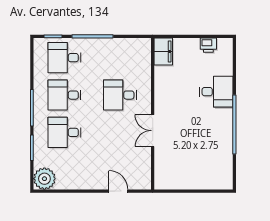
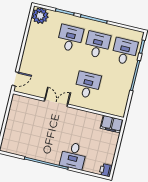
printer: (208, 45) -> (106, 170), moved
door: (118, 191) -> (15, 79), moved

